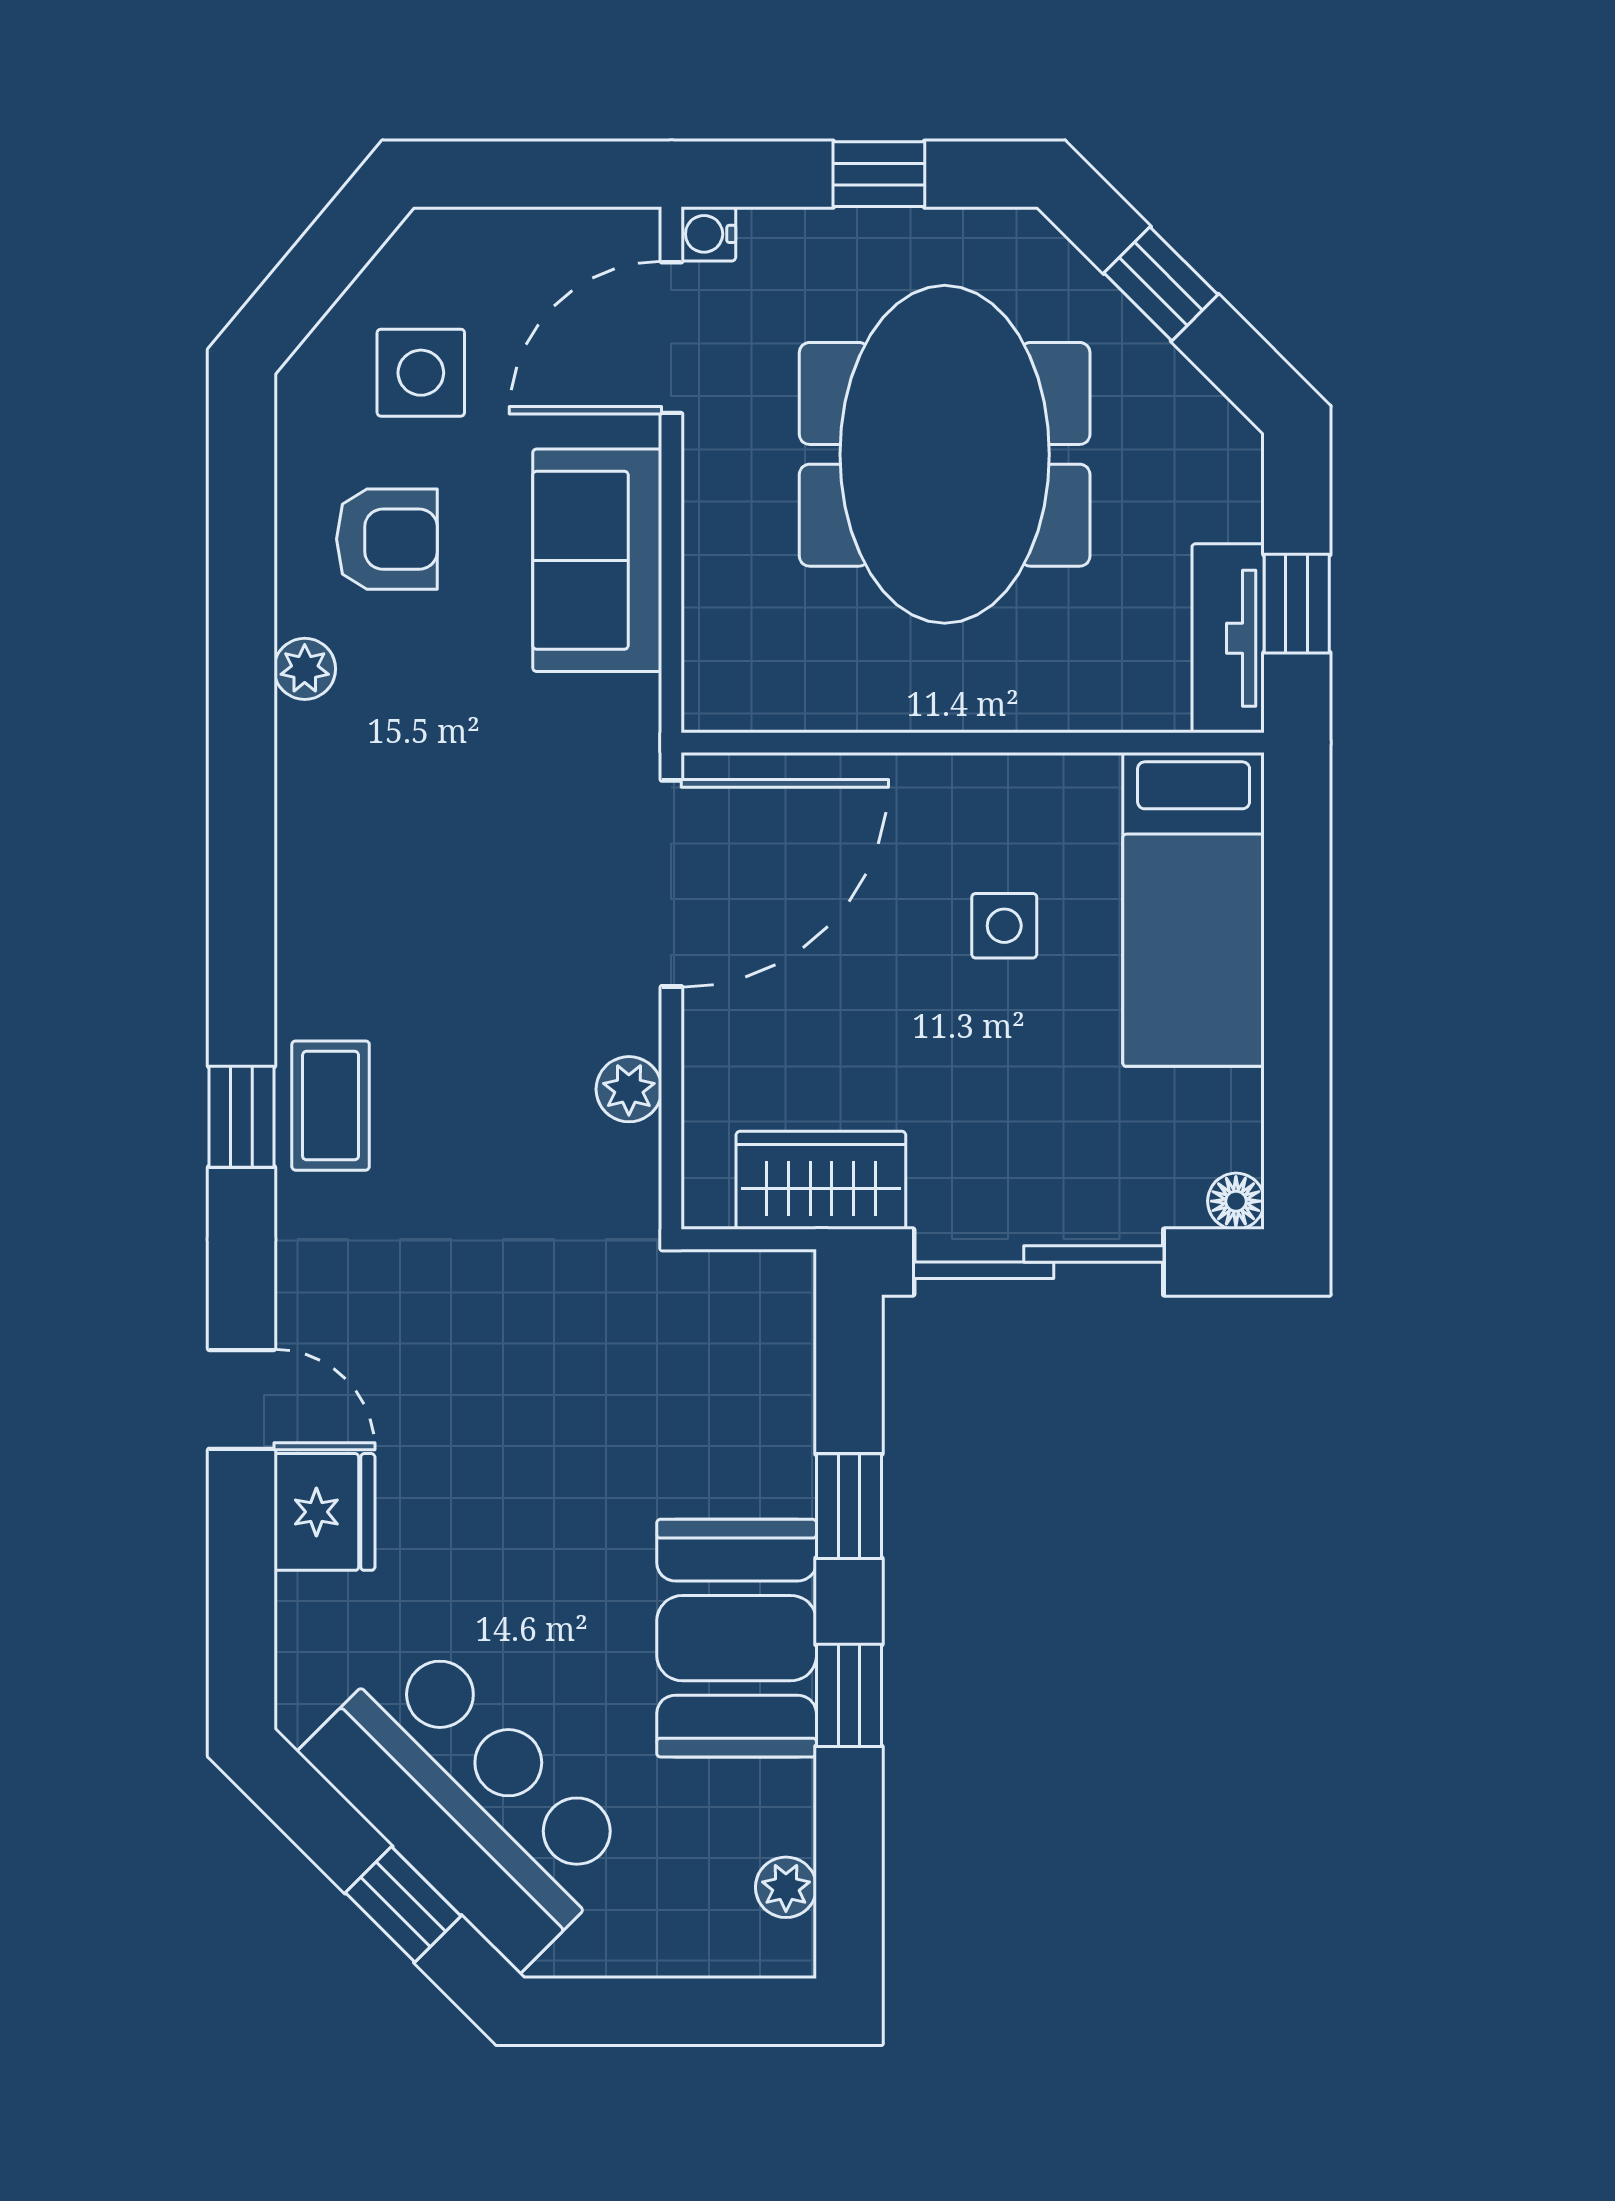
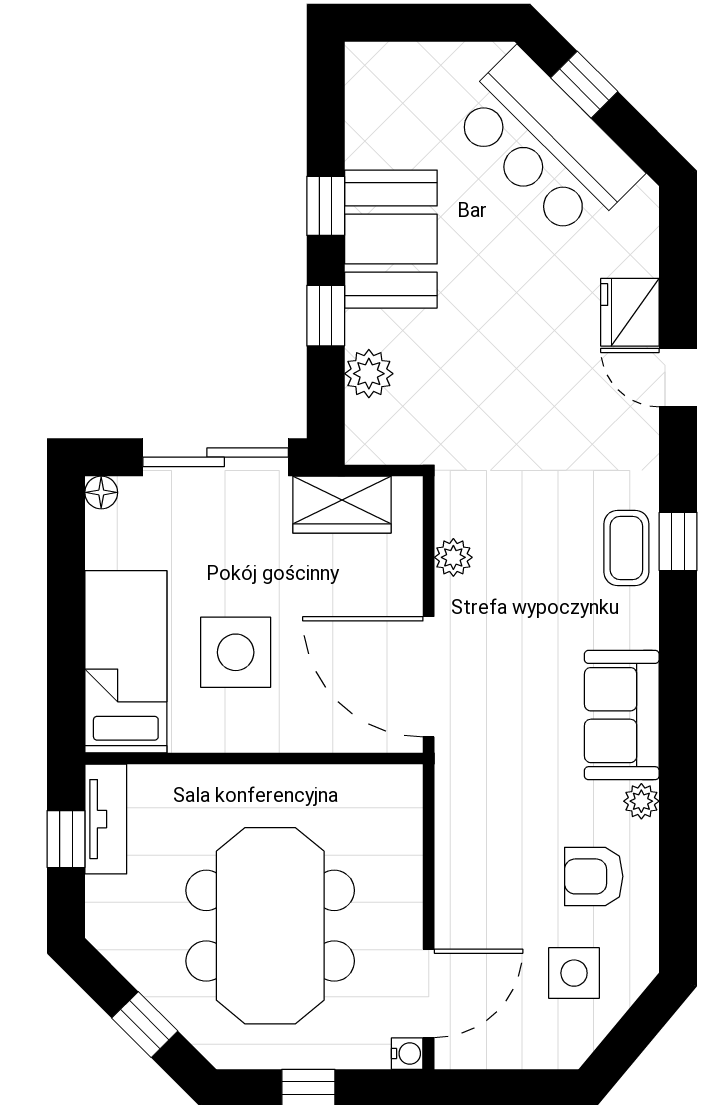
sofa: (597, 560) -> (622, 715), moved, turned 180
door: (671, 883) -> (429, 677), hinge flipped
side table: (1004, 926) -> (236, 652), width x1.87, depth x1.87
plant: (786, 1887) -> (369, 374), moved, width x1.38, depth x1.38

